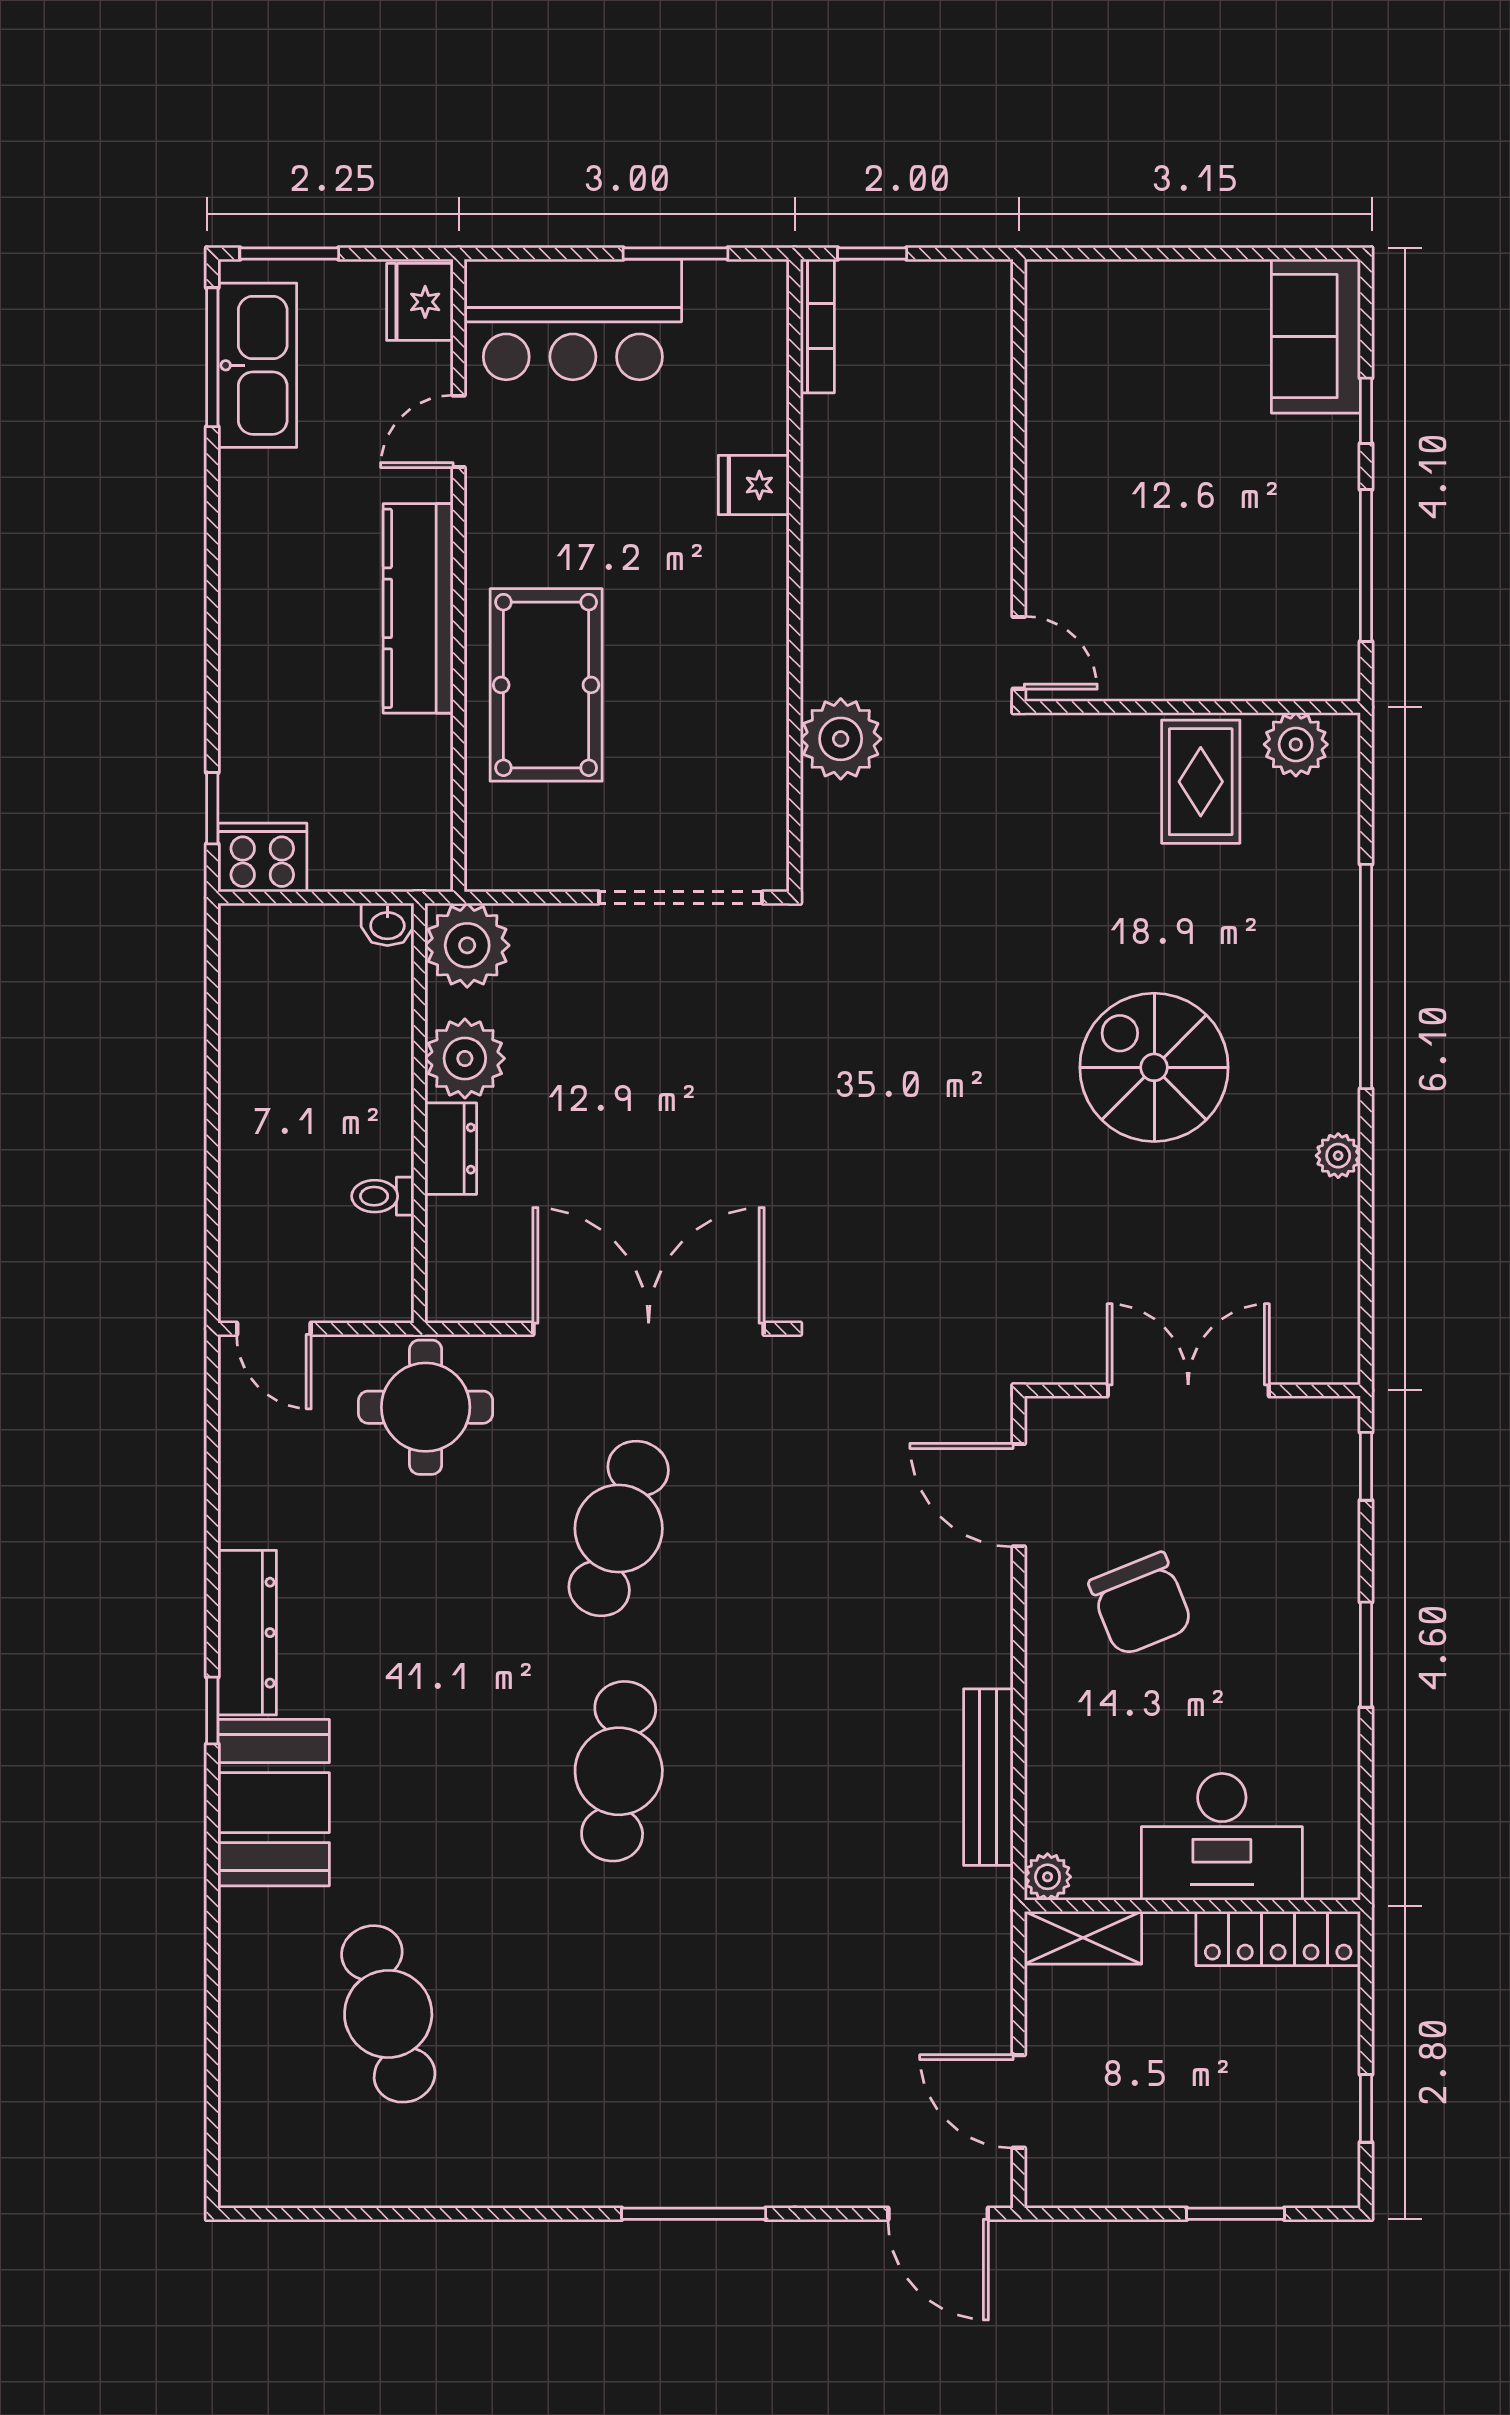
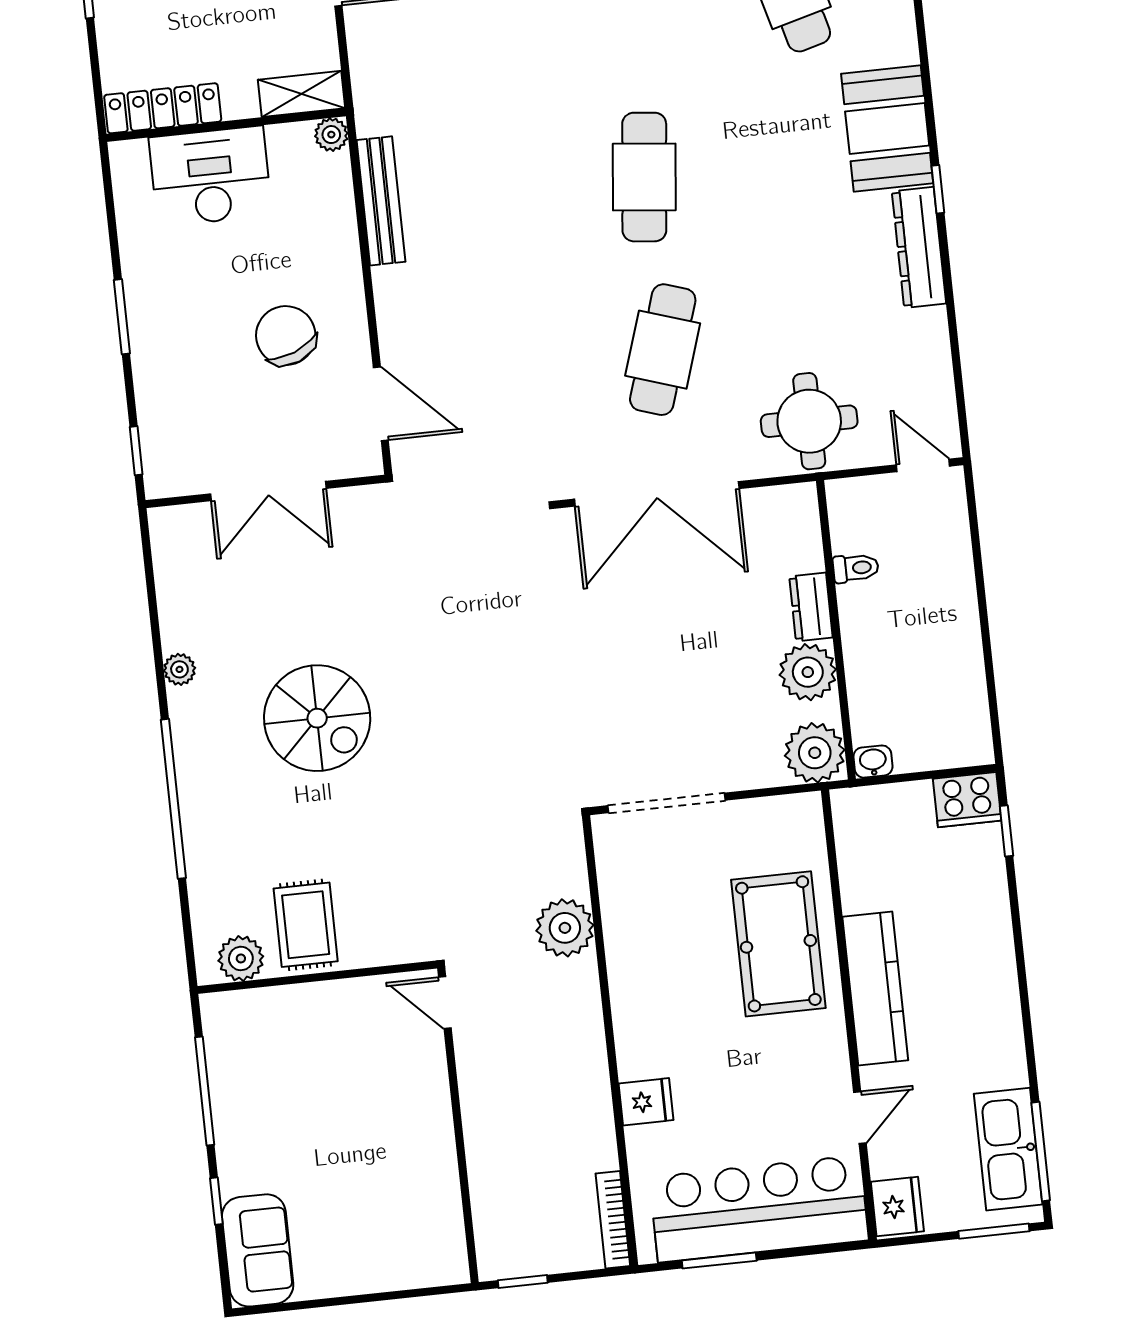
window: (872, 253) -> (523, 1281), moved
bar counter: (573, 319) -> (759, 1209), width x1.36

